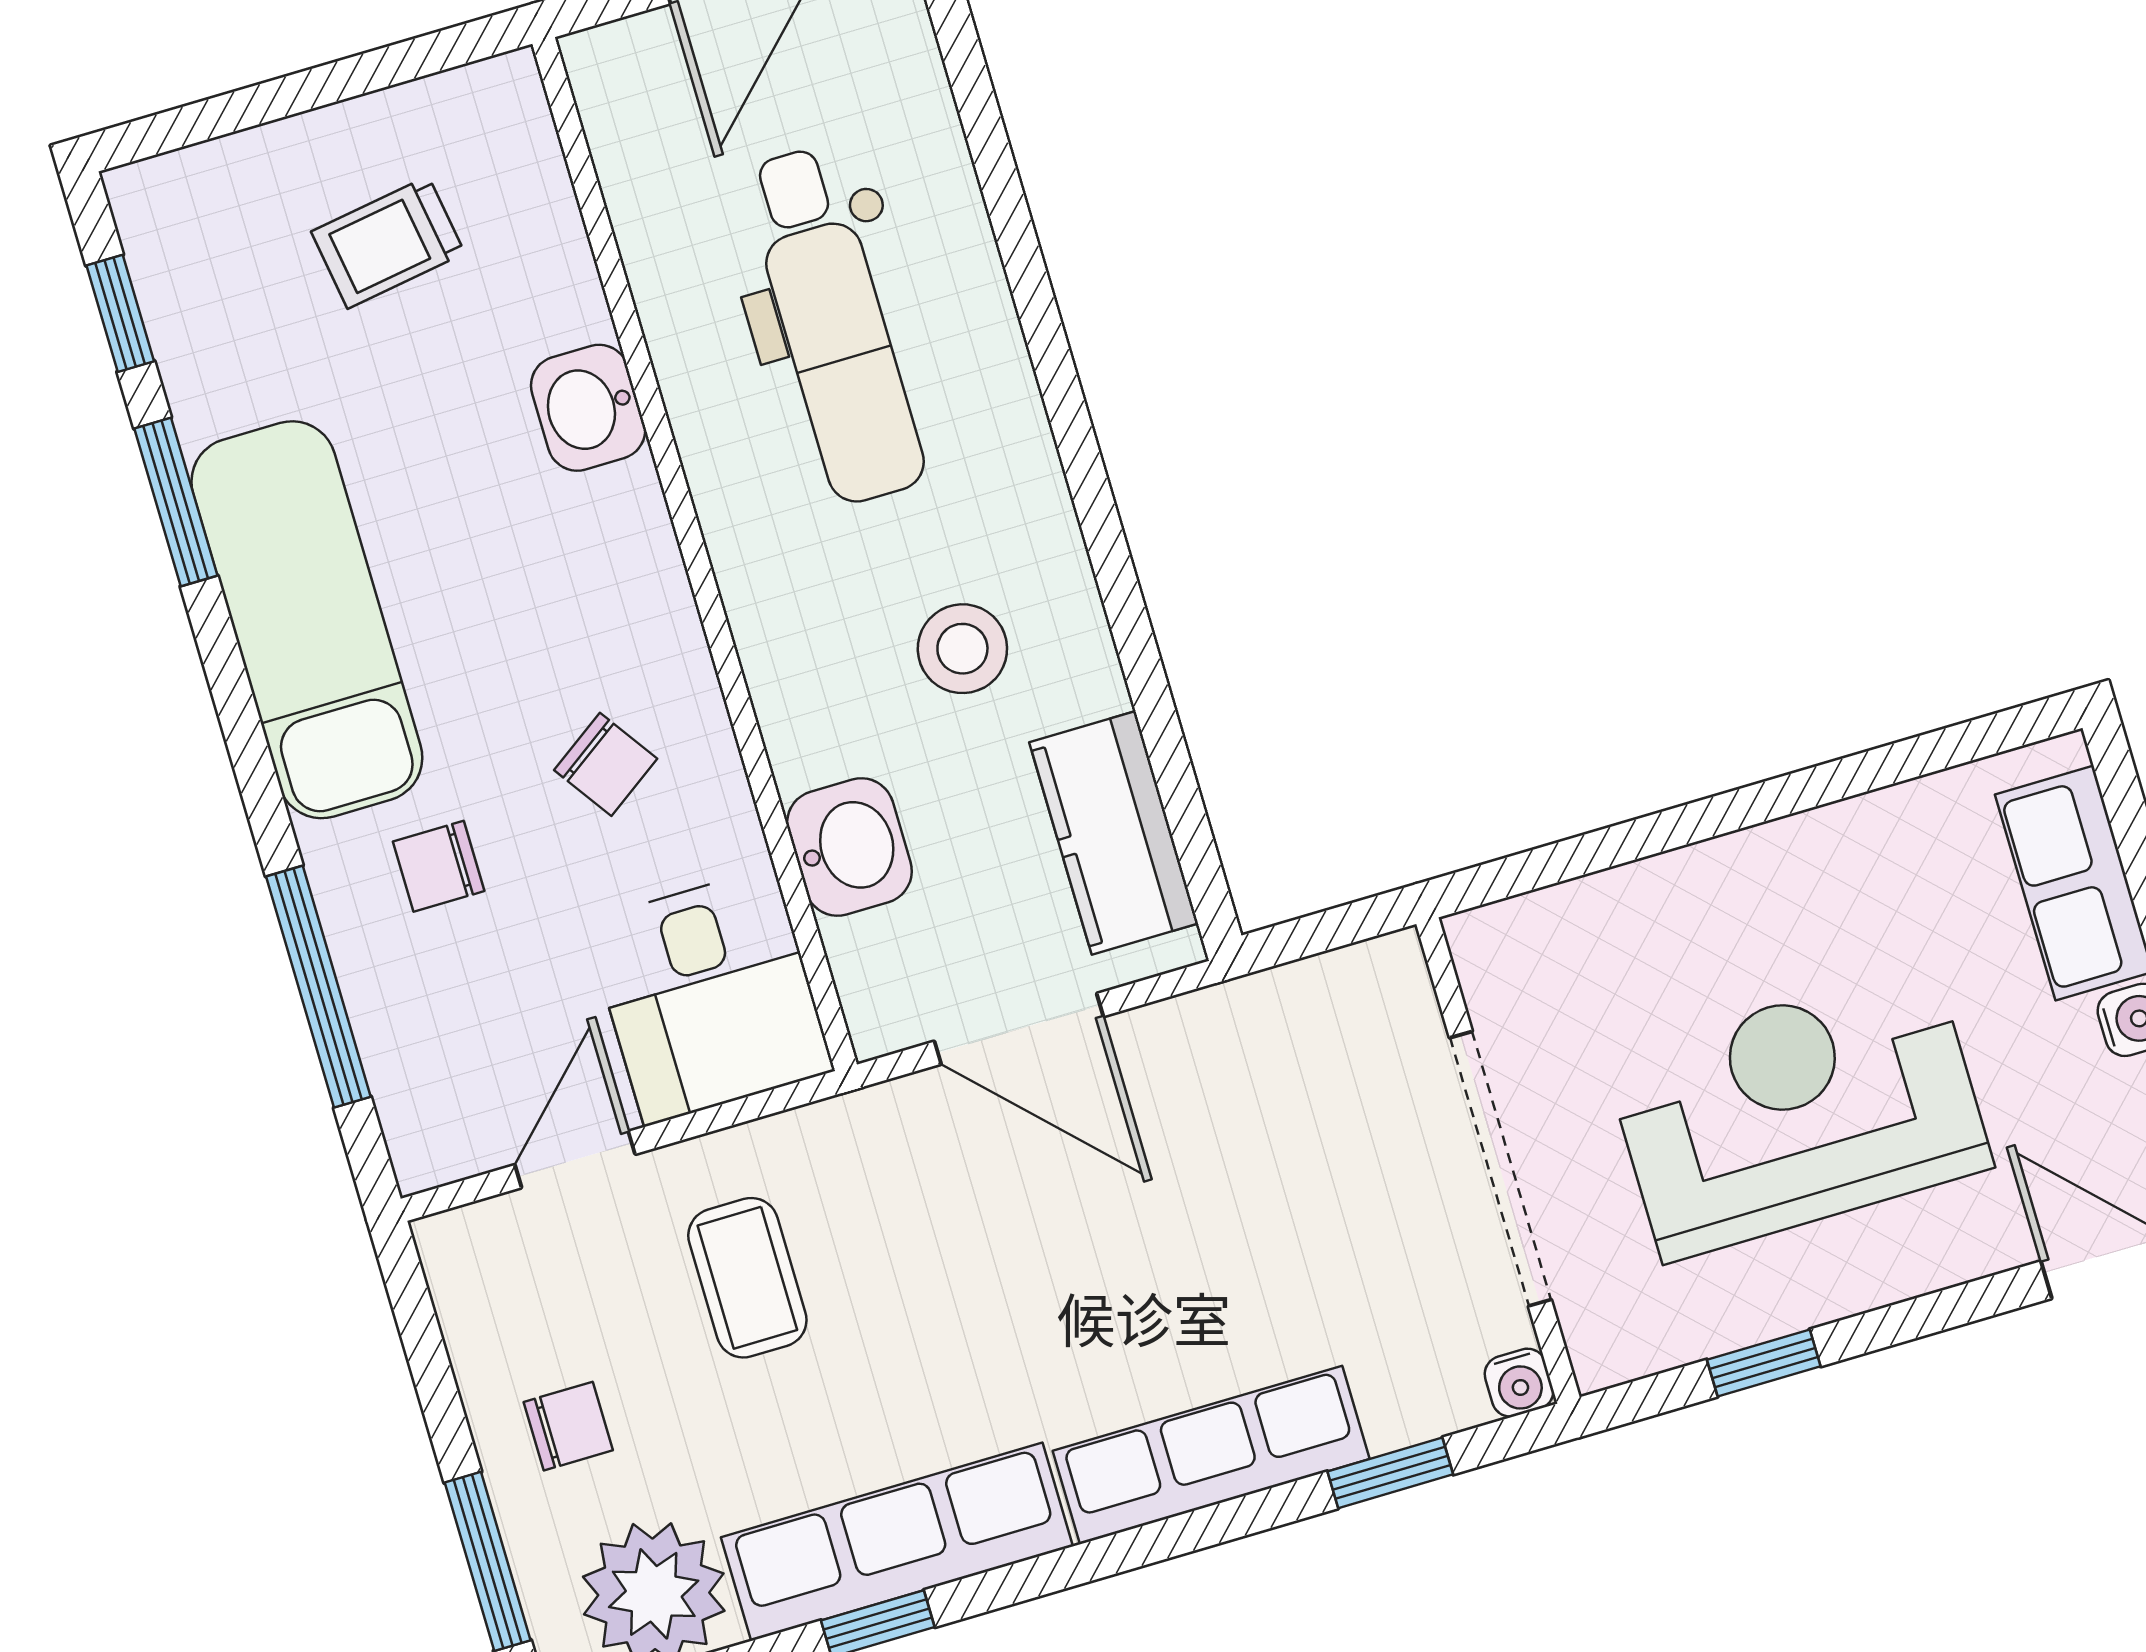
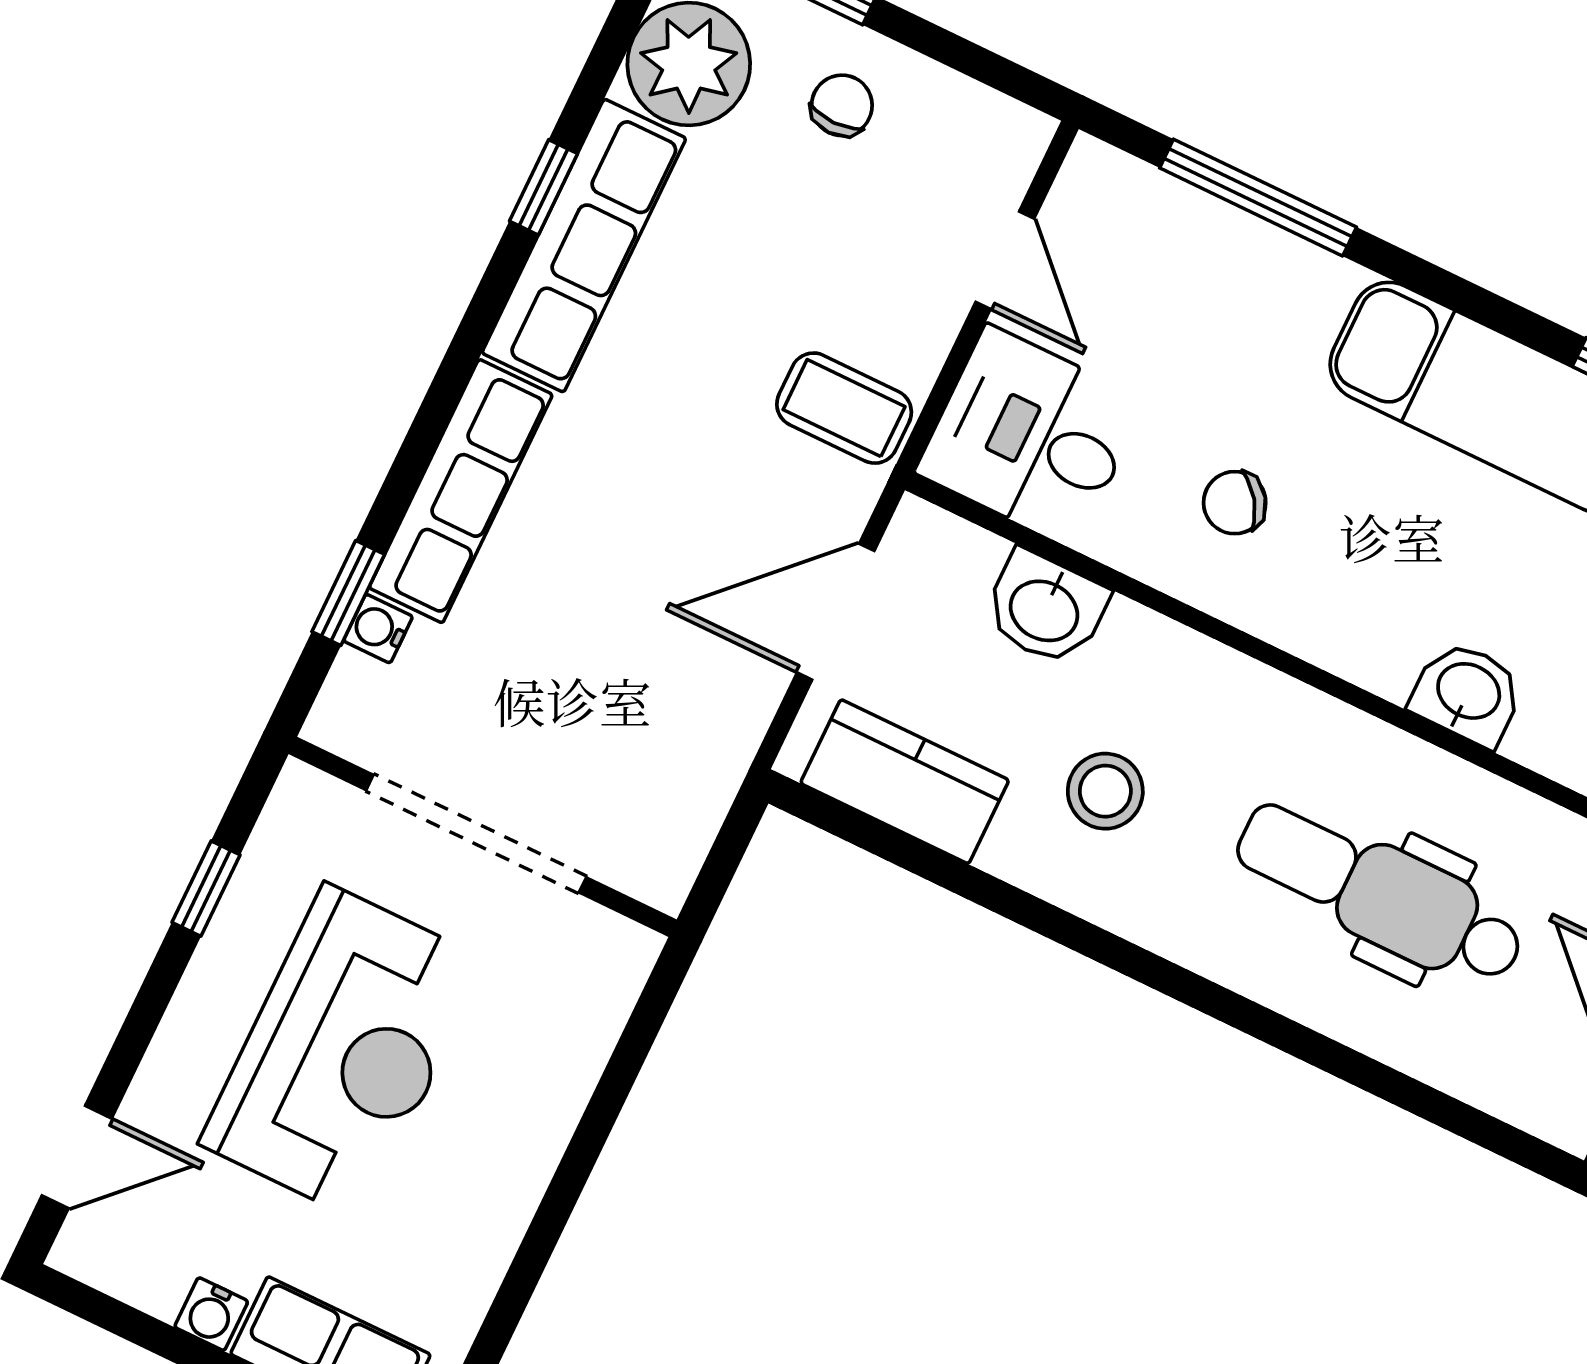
chair: (439, 866) -> (1265, 341), removed
coffee table: (747, 1278) -> (844, 408), moved
water cooler: (1519, 1383) -> (378, 629), moved
chair: (568, 1426) -> (842, 105), turned 180

